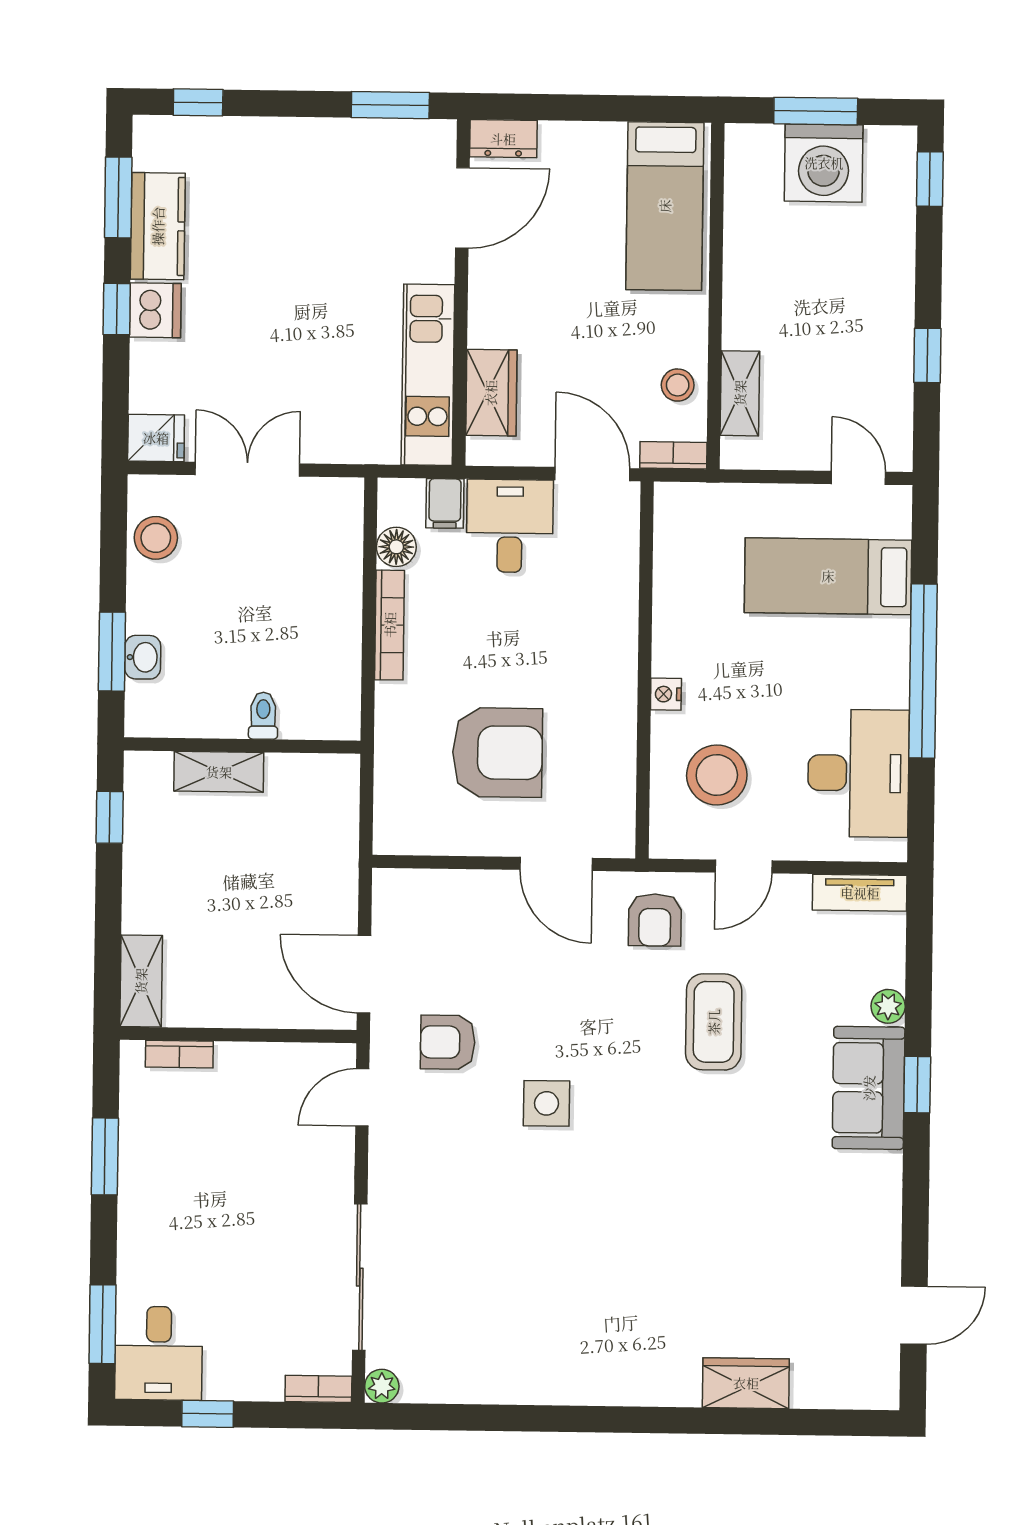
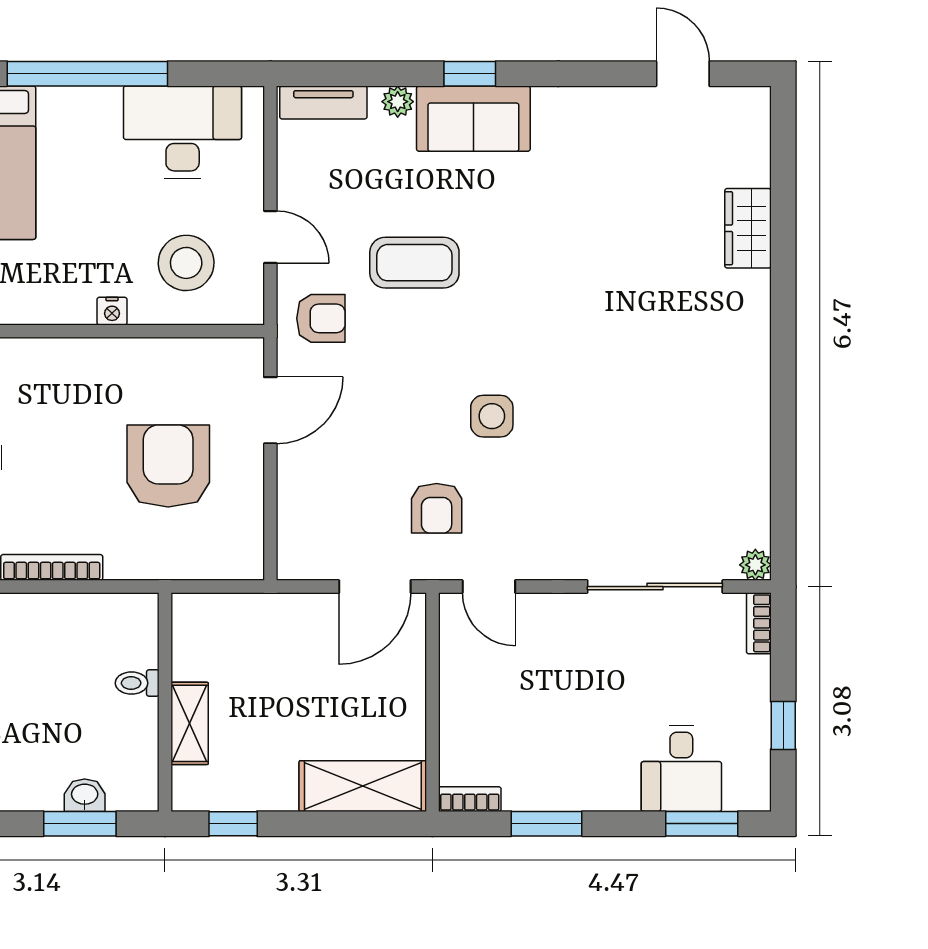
tv unit: (860, 893) -> (323, 102), moved, turned 90
shelving: (141, 981) -> (363, 786), width x1.50, depth x1.33
bookcase: (179, 1054) -> (470, 799), moved, turned -90
desk: (159, 1353) -> (681, 768), moved, turned 90

